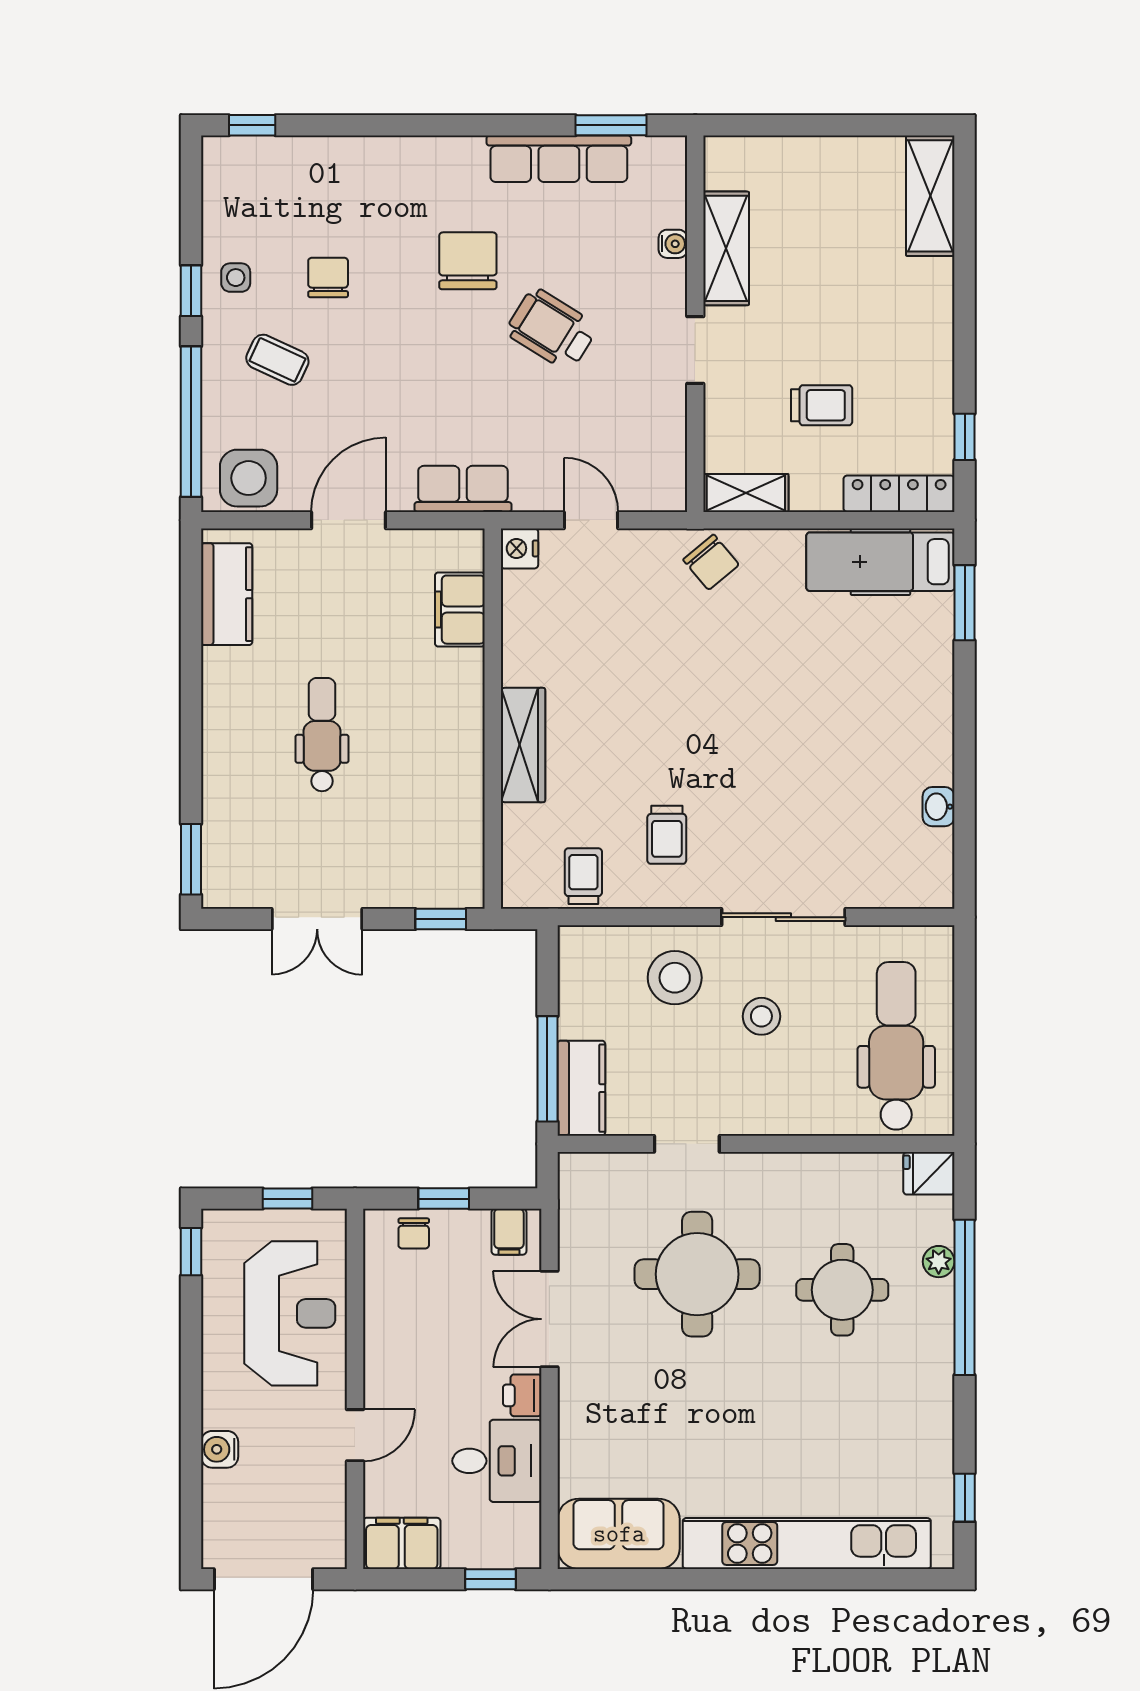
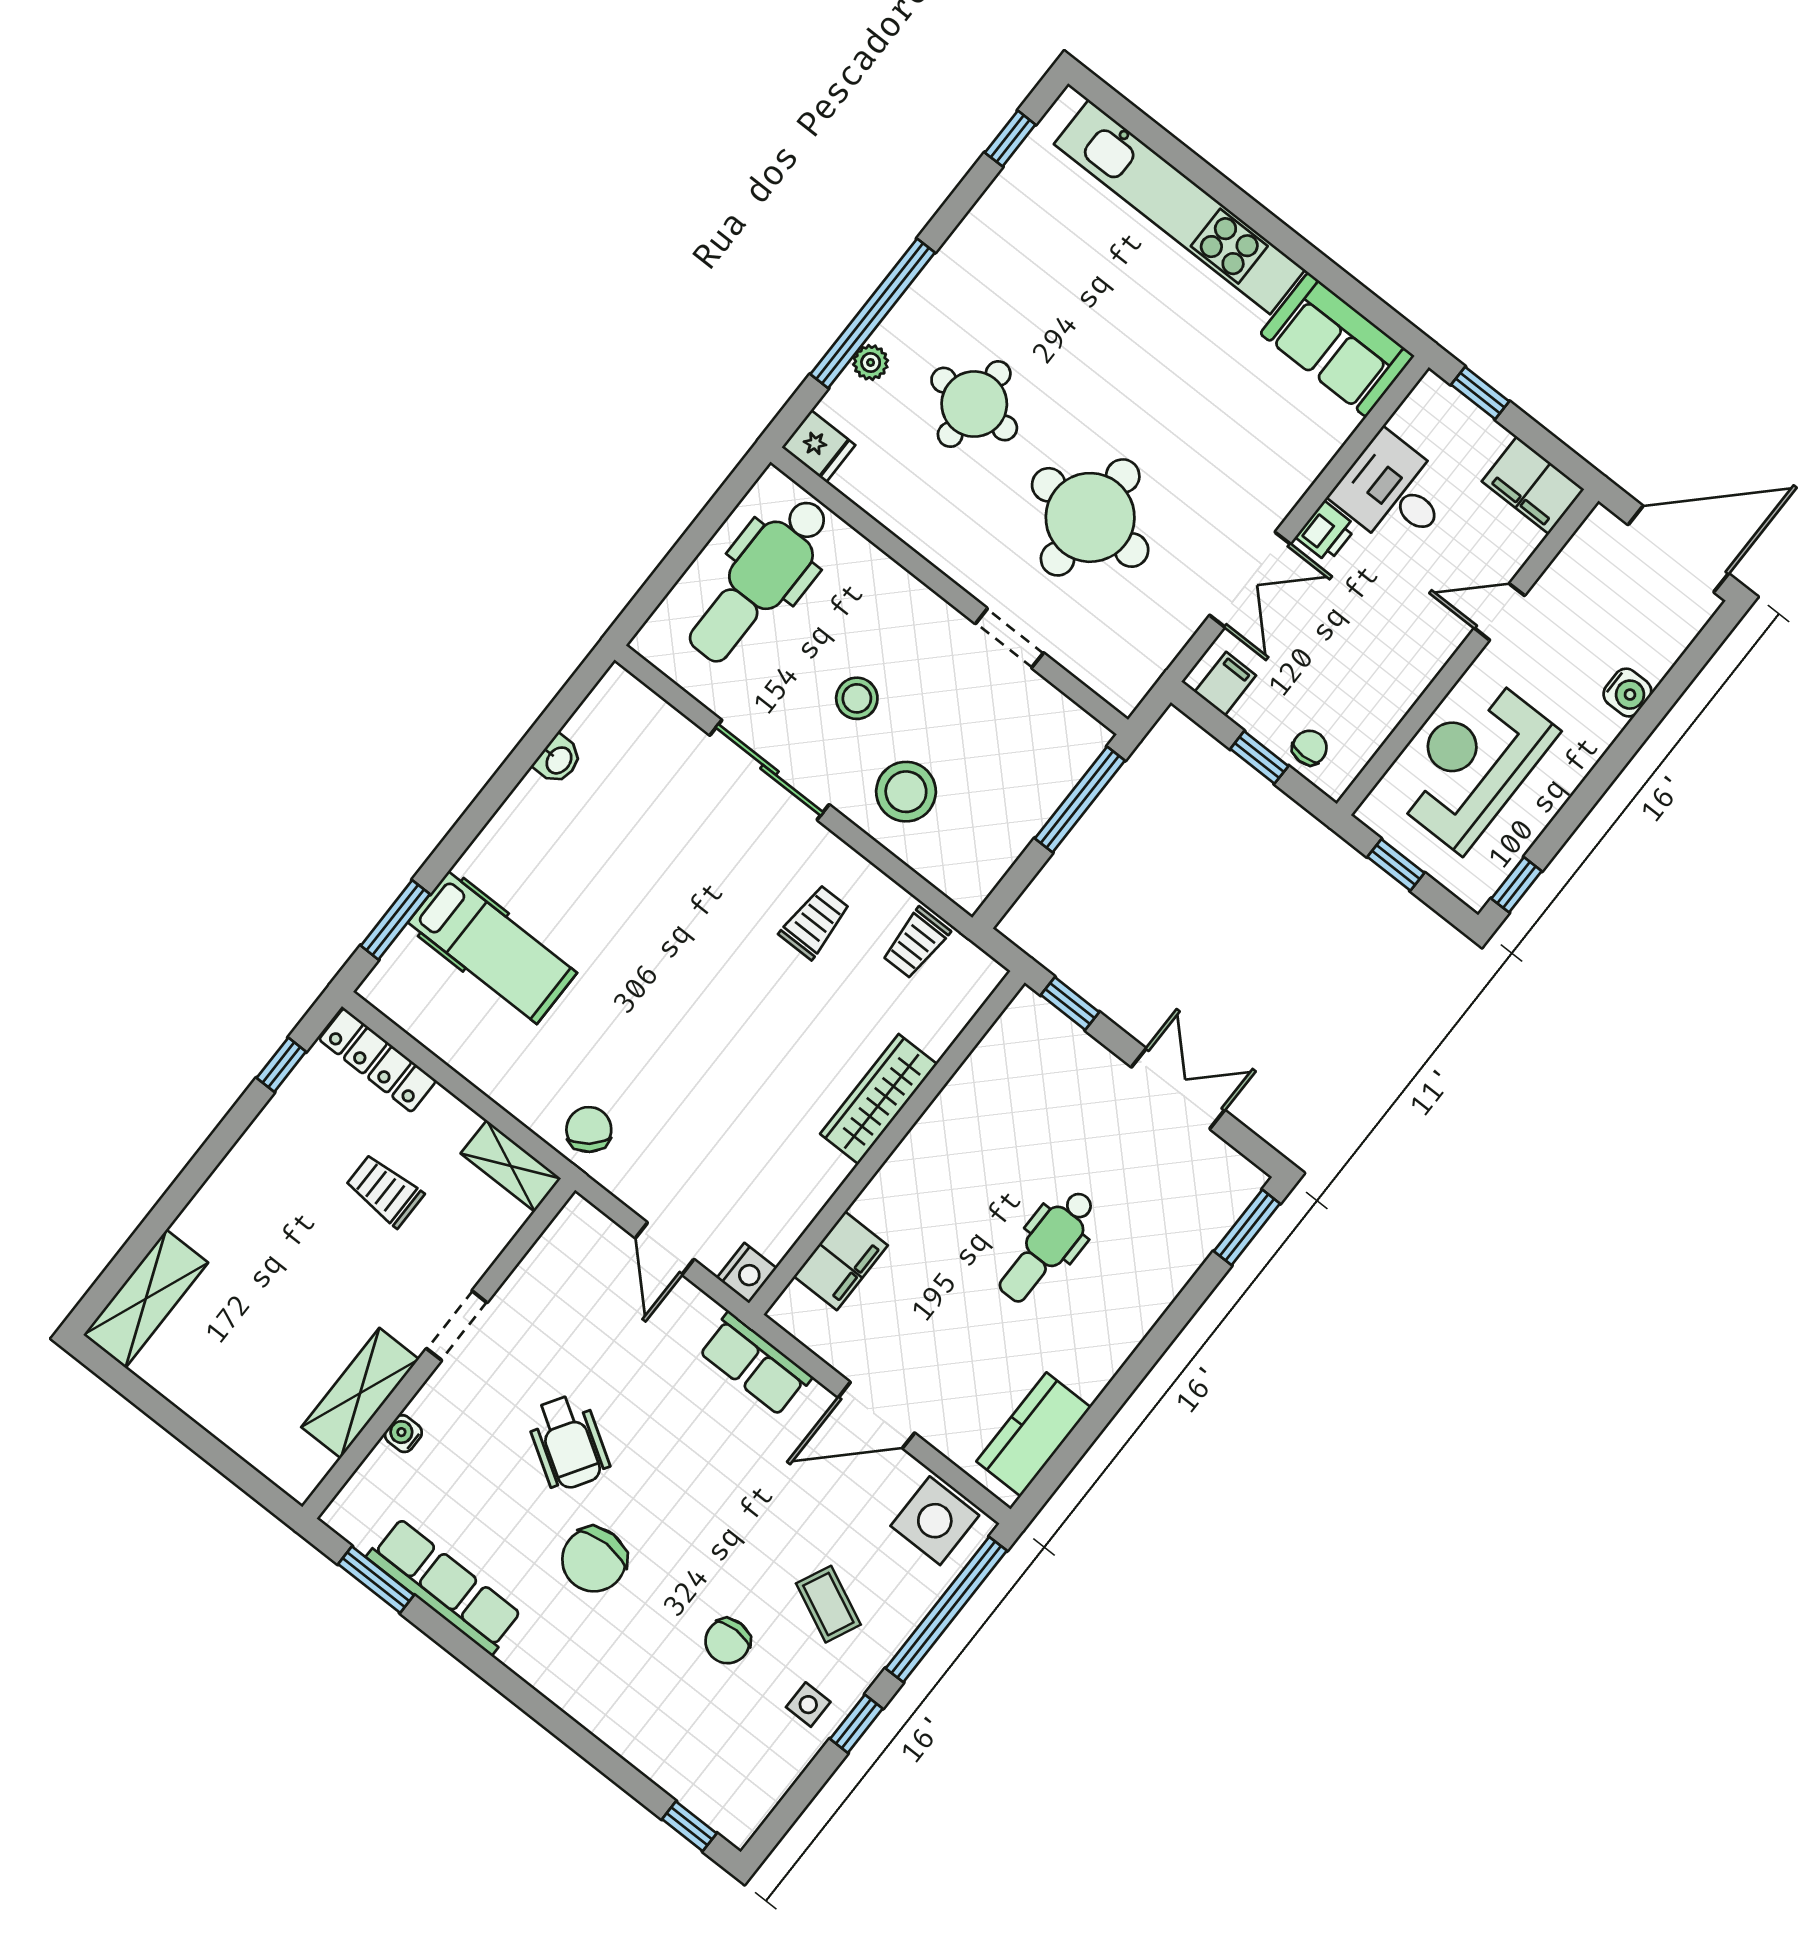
hospital bed: (880, 562) -> (492, 948), moved
kitchen counter: (581, 1088) -> (1063, 759), removed

